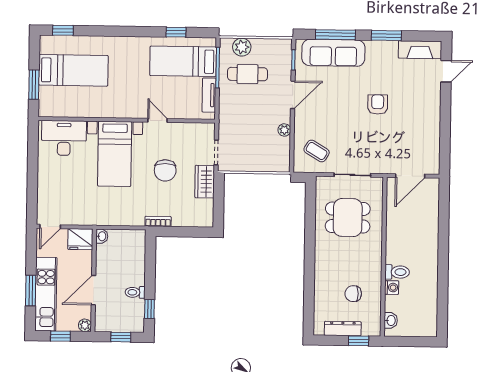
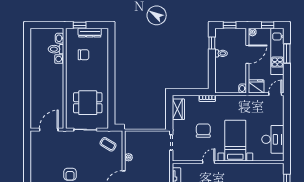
door: (158, 120) -> (209, 162), swing flipped
desk: (64, 138) -> (273, 139), moved, turned -90
wardrobe: (205, 182) -> (178, 109), moved
toilet: (397, 272) -> (56, 49), moved

